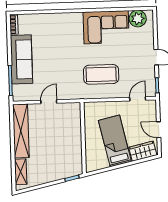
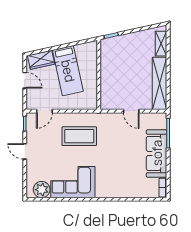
door: (49, 102) -> (131, 111), hinge flipped

